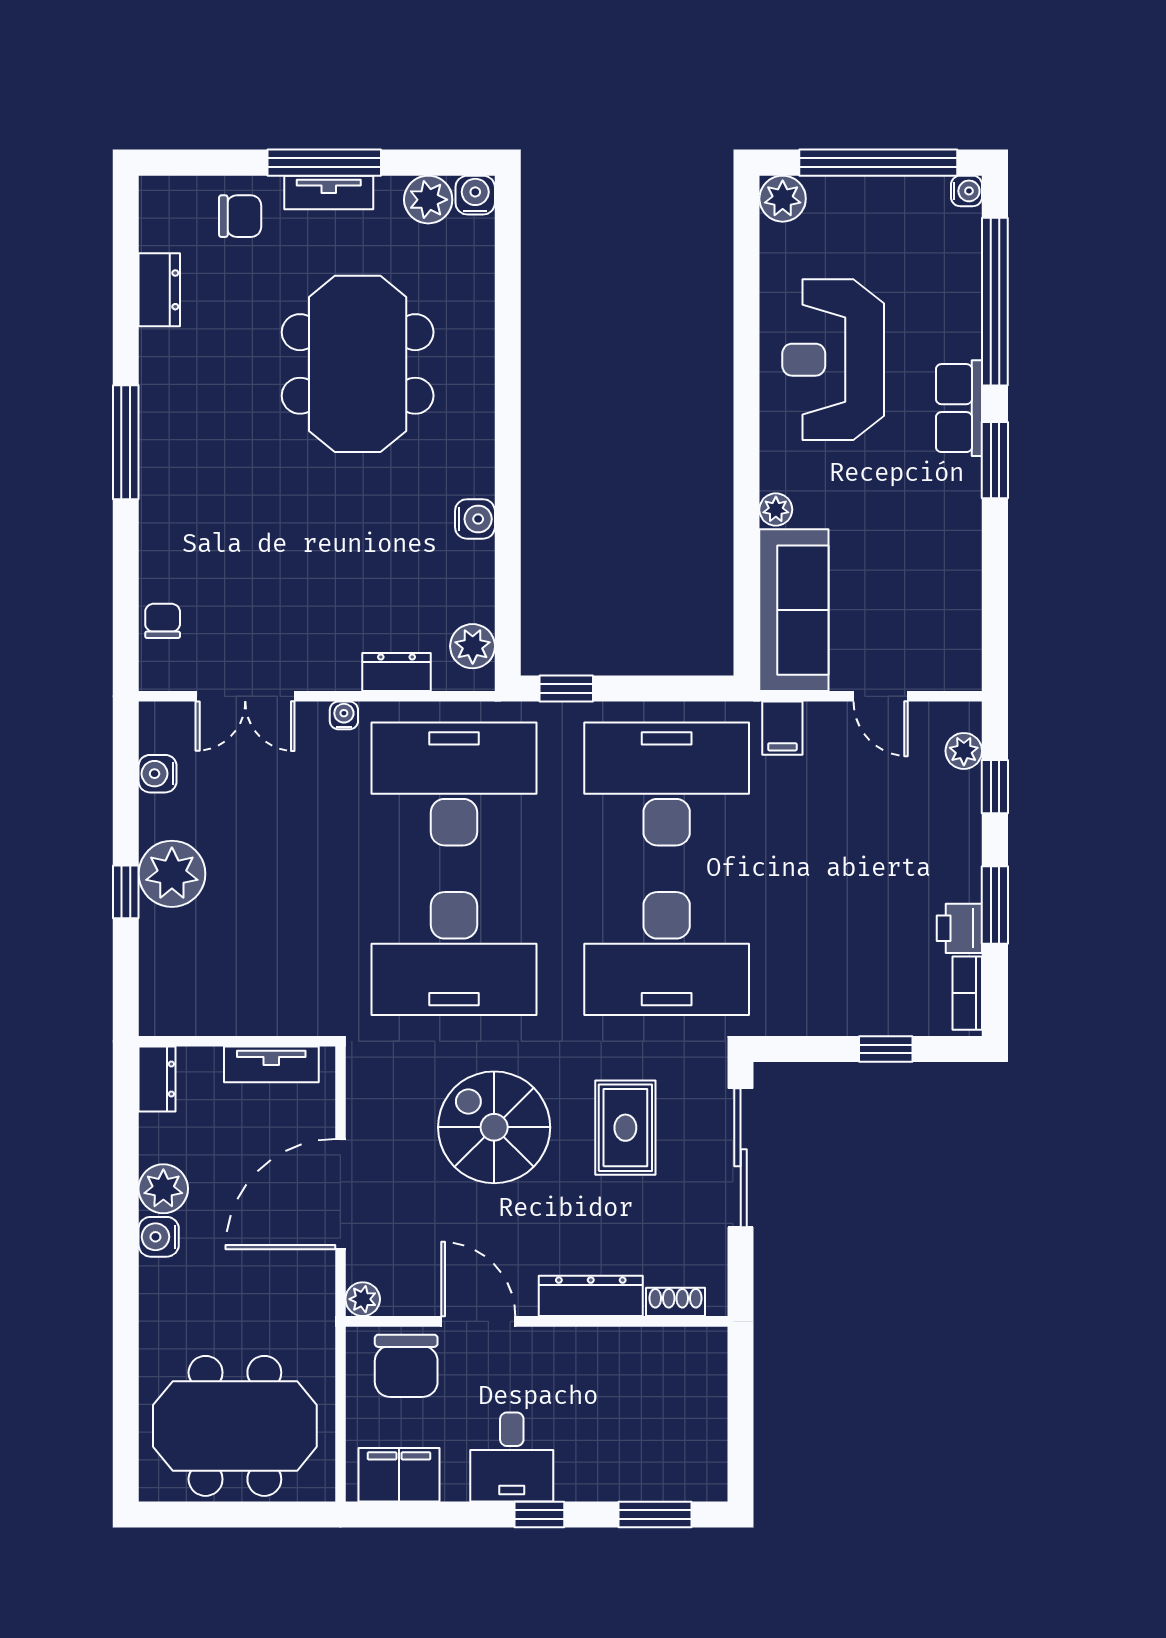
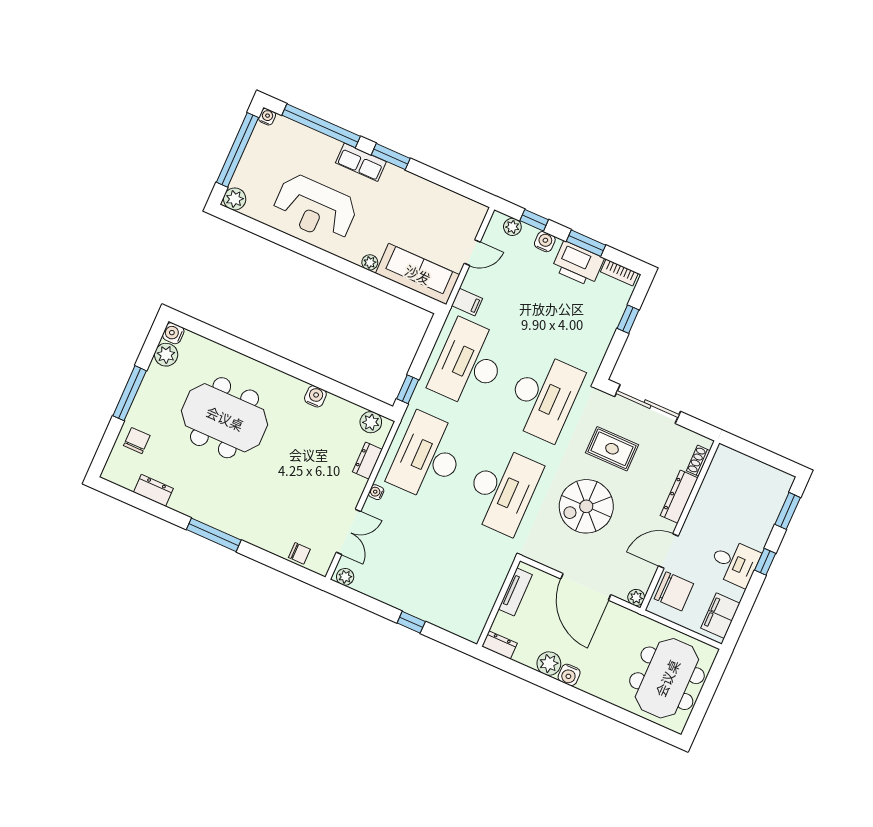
tv unit: (329, 192) -> (144, 397), removed
chair: (163, 621) -> (299, 553), turned 180
water cooler: (158, 774) -> (545, 242), moved, turned 180
plant: (172, 874) -> (345, 577), moved, width x0.53, depth x0.53
printer: (959, 928) -> (578, 264), width x1.87, depth x1.48

